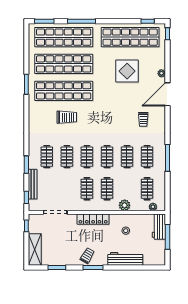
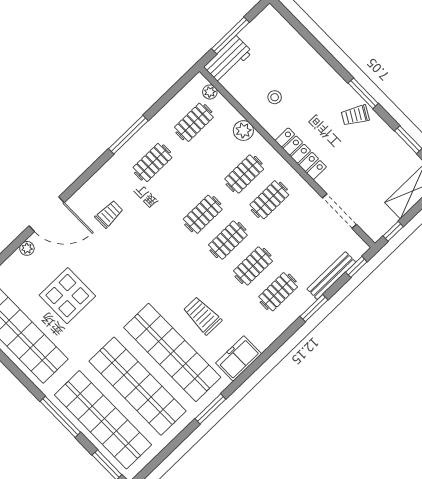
freezer: (36, 115) -> (239, 358), added
clothes rail: (127, 157) -> (178, 188), removed
workbench: (125, 259) -> (311, 62), removed

